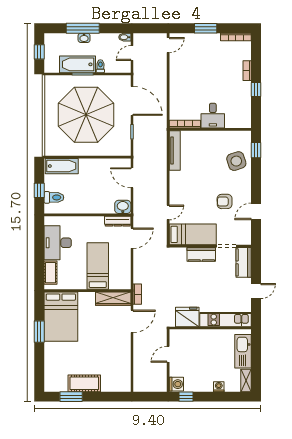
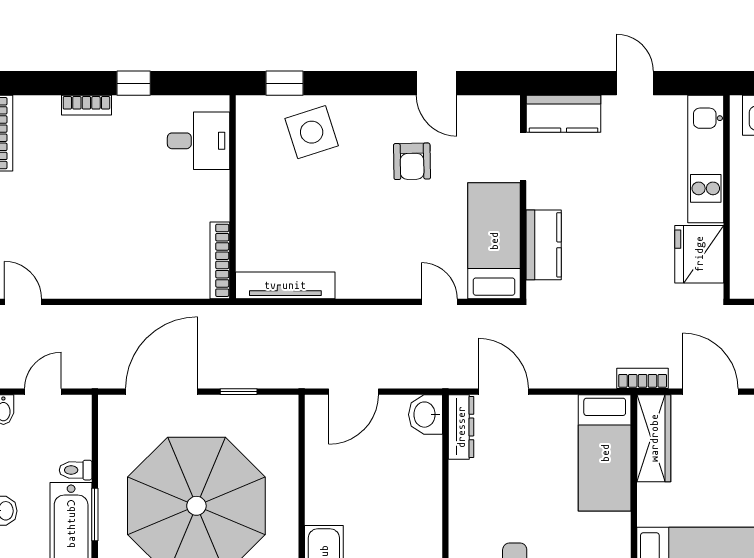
door: (132, 53) -> (43, 392), swing flipped
desk: (213, 116) -> (199, 141), moved
kitchen counter: (201, 254) -> (544, 245), moved
bed: (98, 266) -> (605, 453), moved, turned -90

